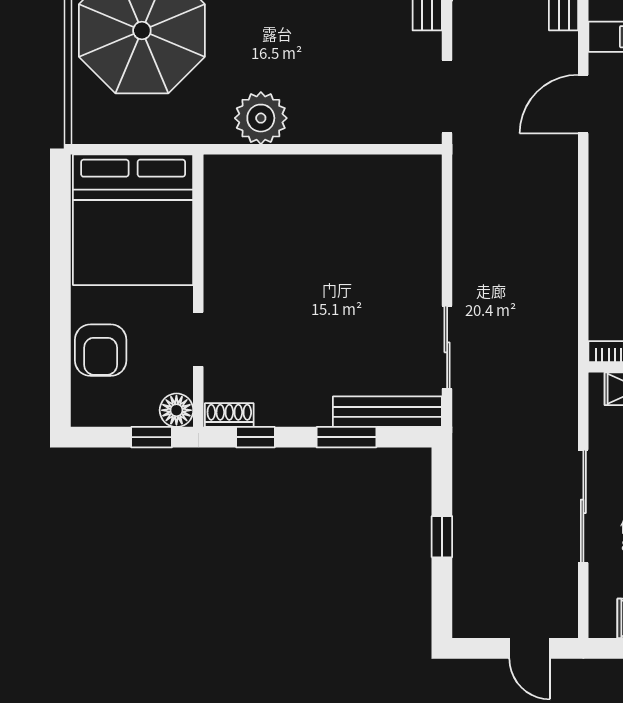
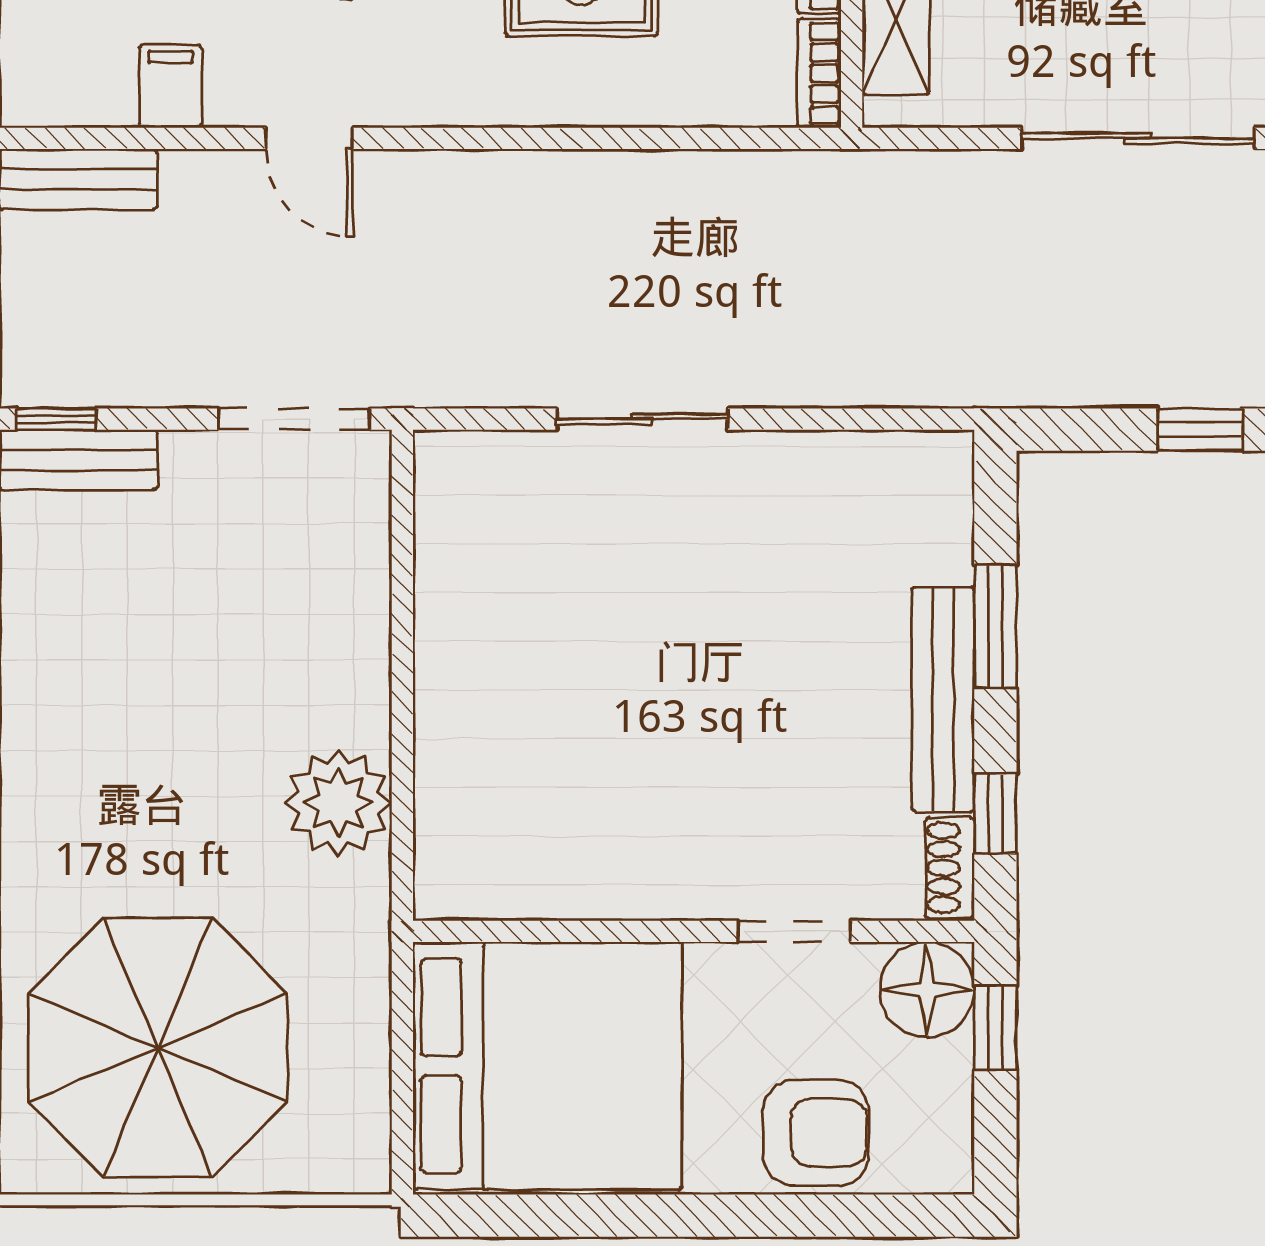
door: (583, 104) -> (309, 138), width x0.73
sliding door: (447, 347) -> (642, 419), moved
floor lamp: (176, 410) -> (927, 989), width x1.38, depth x1.38
bench: (387, 412) -> (943, 699), moved

